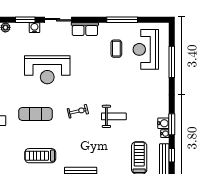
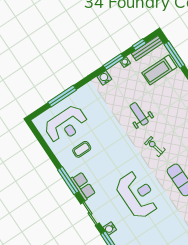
window: (122, 20) -> (68, 181), moved
water cooler: (163, 123) -> (104, 78), moved

